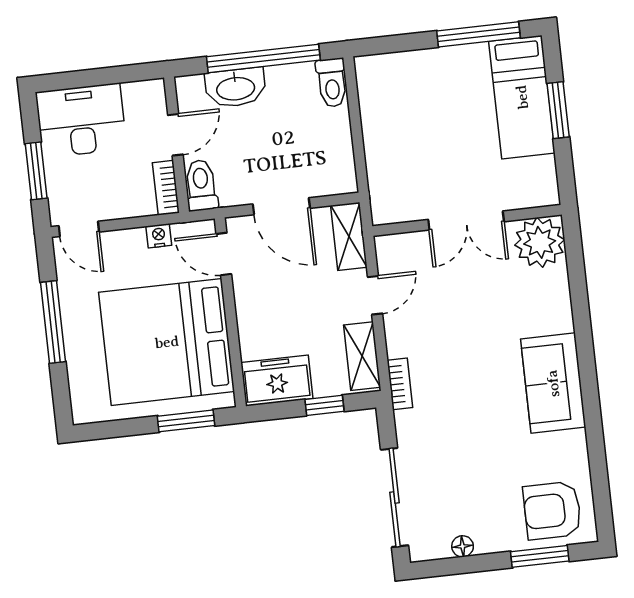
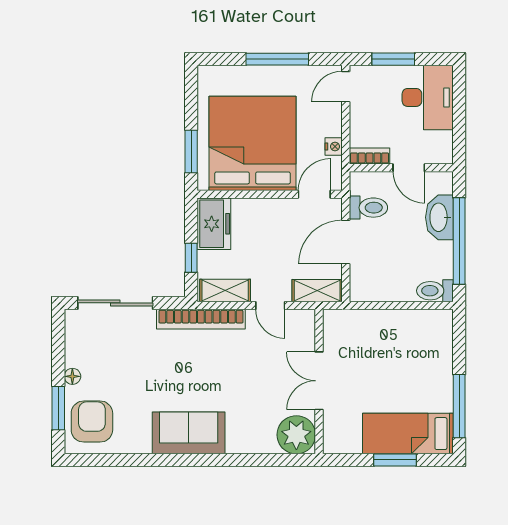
toilet: (201, 185) -> (368, 208), moved
bookcase: (400, 384) -> (201, 319), width x2.31, depth x1.31
floor lamp: (463, 546) -> (72, 376), moved

